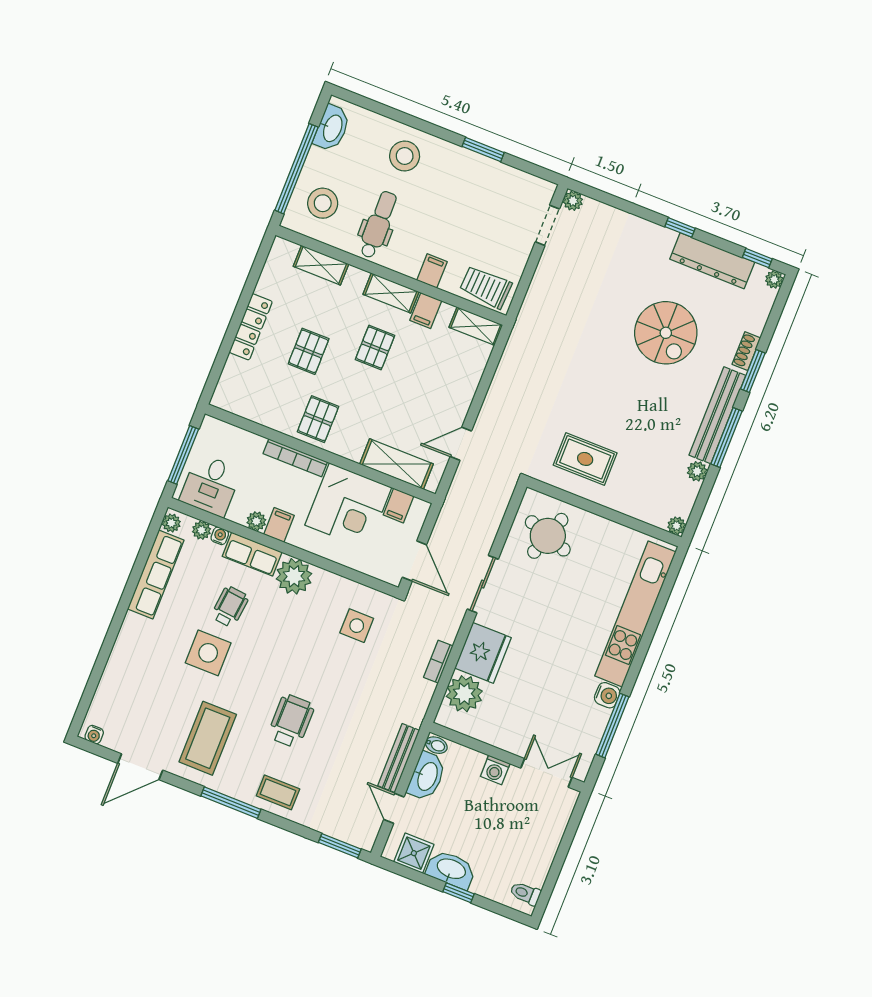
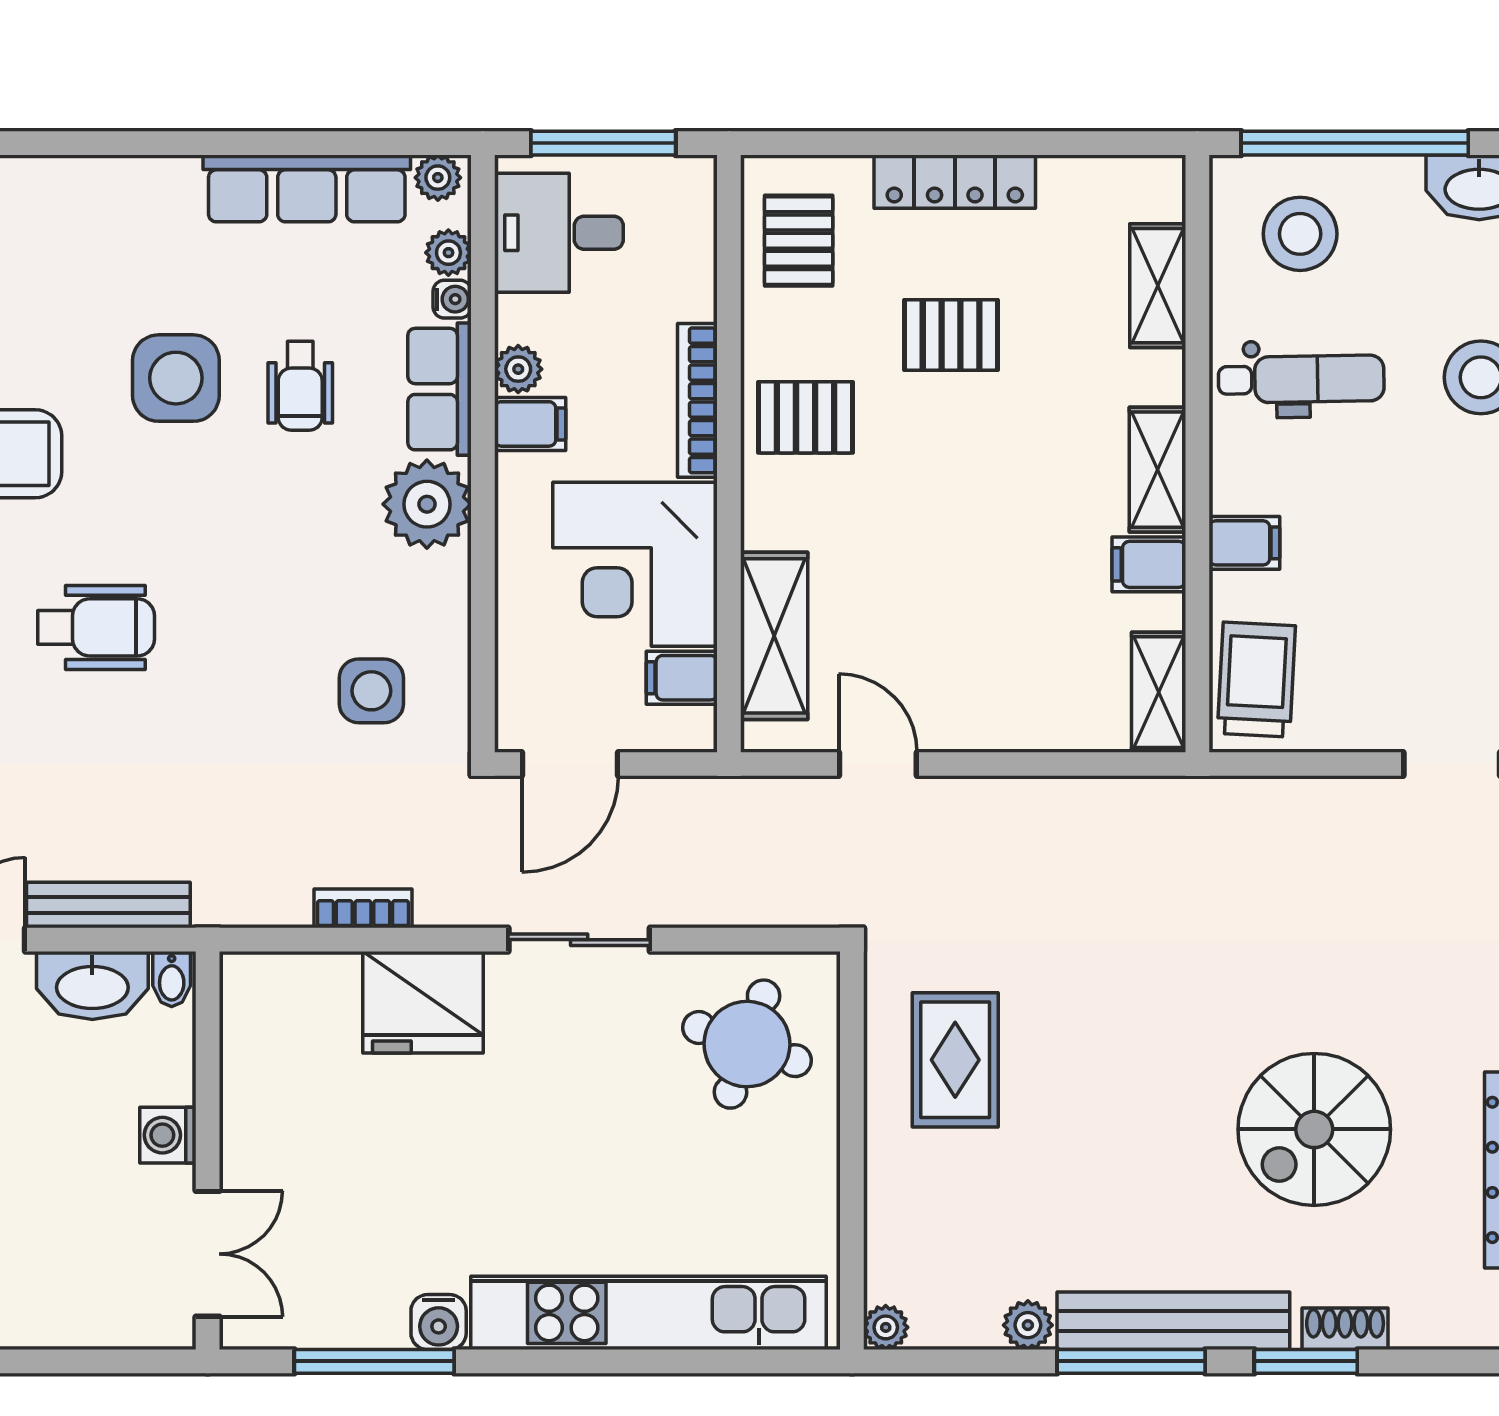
pallet: (375, 347) -> (799, 241), moved, turned 90
wheelchair: (230, 607) -> (300, 386), turned 84
plant: (464, 694) -> (313, 996), removed

